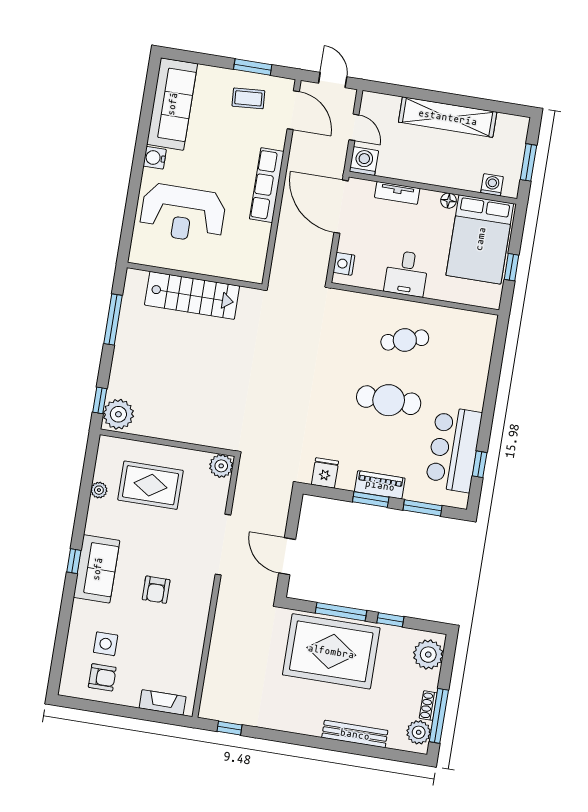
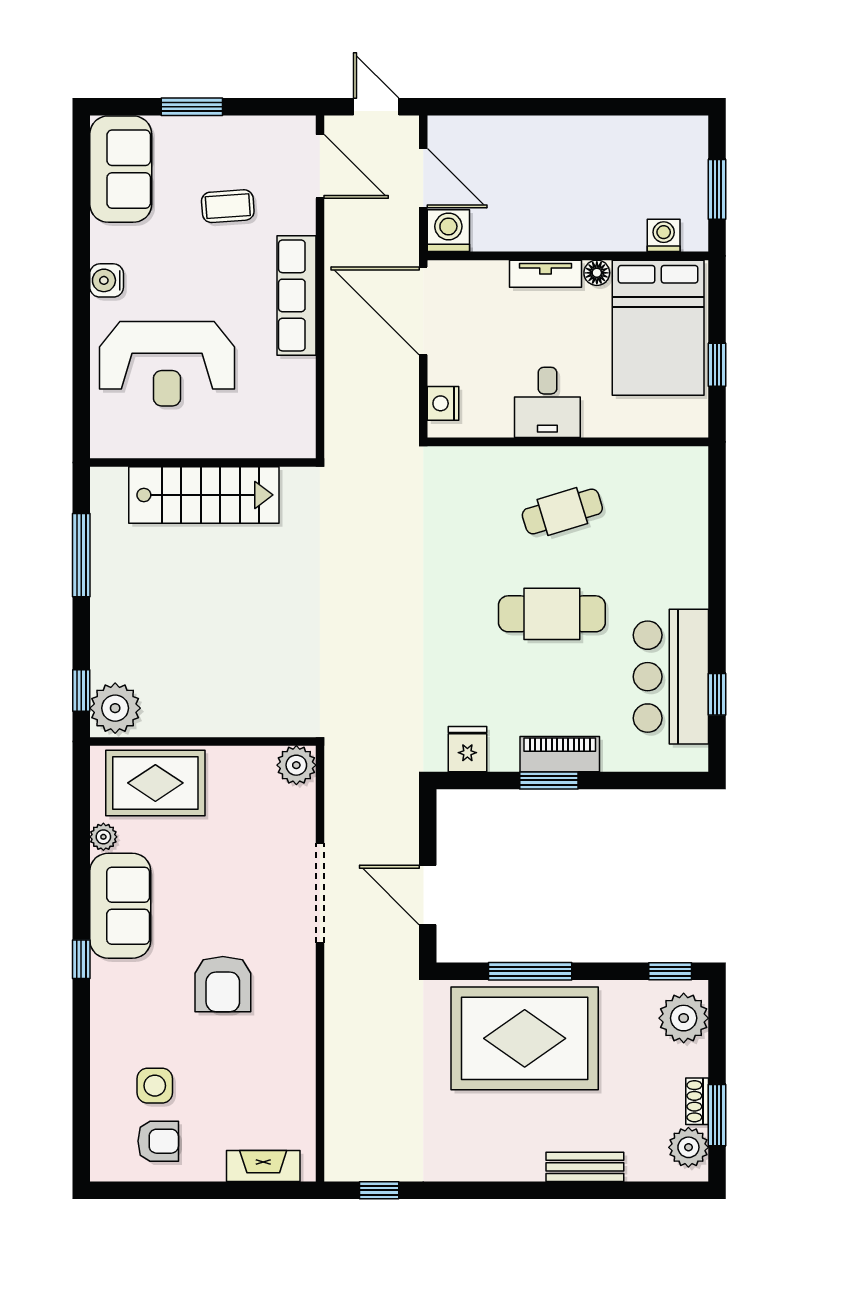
window: (253, 67) -> (192, 107), moved
coffee table: (248, 98) -> (228, 206), moved
sofa: (172, 104) -> (121, 169), width x0.73
shelving: (448, 117) -> (573, 137), removed
door: (354, 127) -> (423, 178), width x1.38
tv unit: (397, 193) -> (546, 274), moved
rug: (151, 485) -> (155, 783), moved
window: (422, 508) -> (636, 780), removed
sofa: (97, 569) -> (120, 906), moved
armchair: (156, 590) -> (223, 984), width x1.38, depth x1.38
window: (390, 620) -> (670, 971), moved
window: (439, 716) -> (717, 1115), width x0.69
bench: (355, 734) -> (585, 1167), width x0.73

